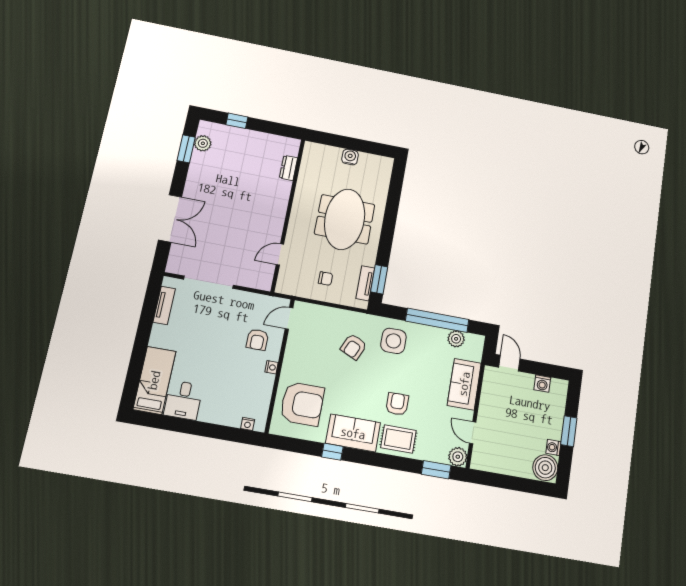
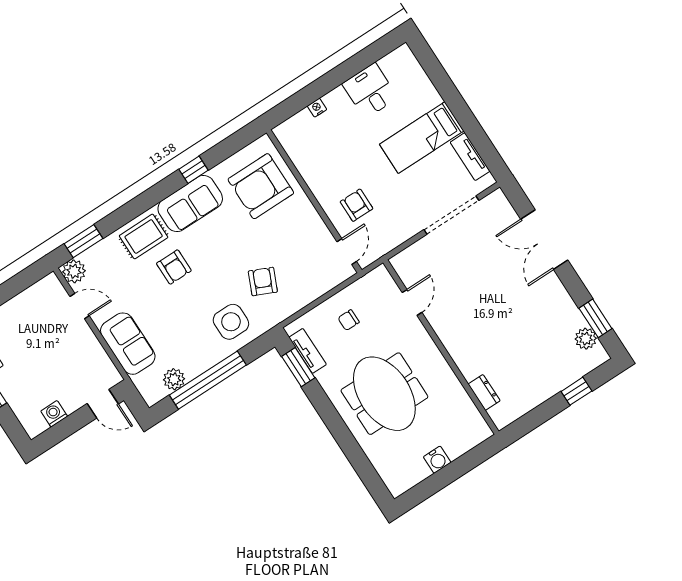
nightstand: (272, 367) -> (320, 193), removed
bed: (154, 380) -> (422, 138), moved, turned 90
nightstand: (248, 424) -> (317, 108), moved

